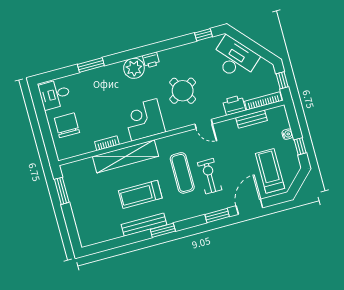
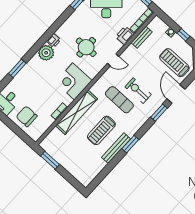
round table: (183, 91) -> (86, 47), turned 30

